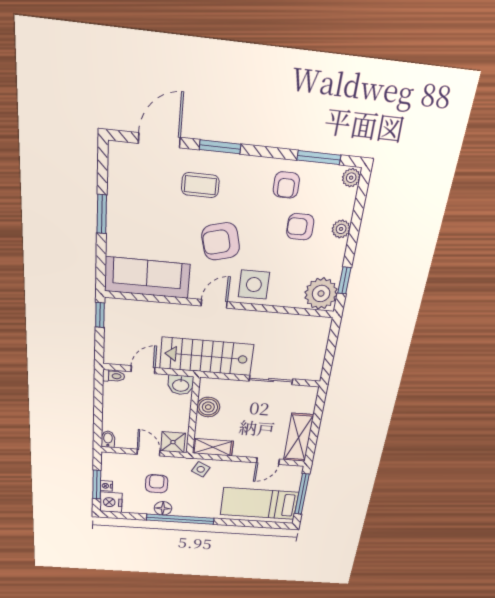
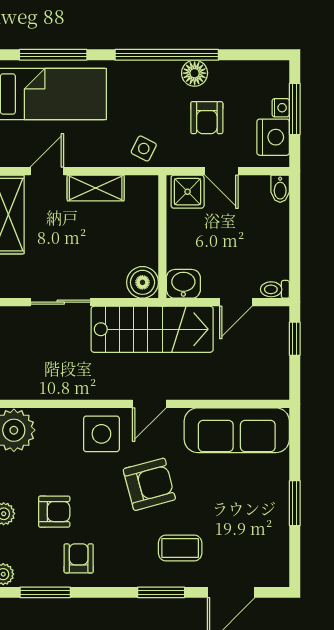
window: (100, 315) -> (295, 339), moved
boiler: (208, 407) -> (142, 282), moved
shelving: (213, 447) -> (96, 188), moved
nightstand: (111, 502) -> (273, 137), moved
window: (254, 524) -> (53, 55), added

